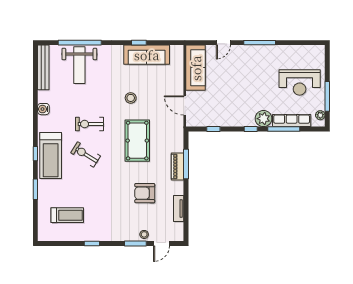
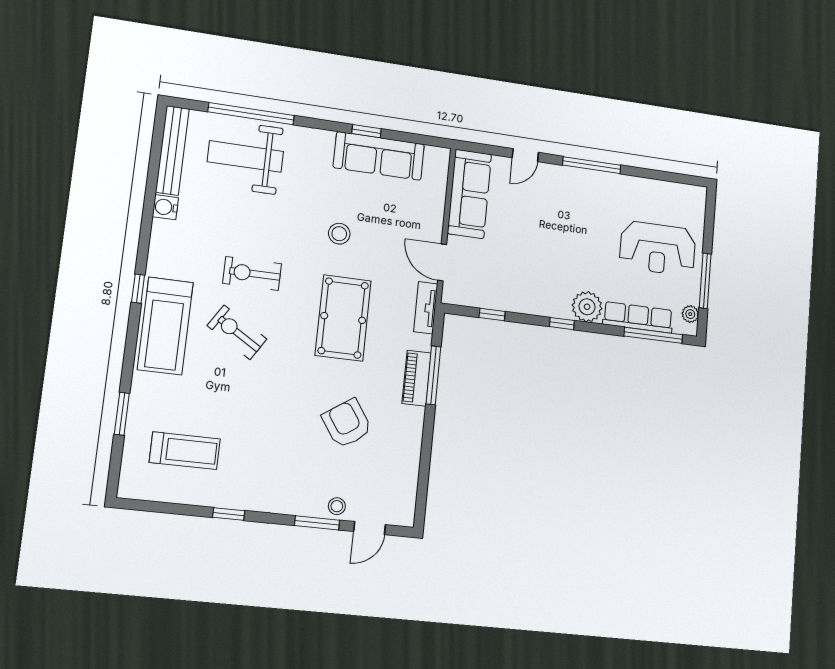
weight bench: (79, 65) -> (245, 157), turned 90
water cooler: (43, 109) -> (165, 207), moved
window: (284, 129) -> (653, 335), moved
window: (35, 154) -> (138, 289), moved
window: (35, 189) -> (122, 414), moved
armchair: (145, 193) -> (347, 423), turned 56
tv unit: (179, 209) -> (426, 308), moved

